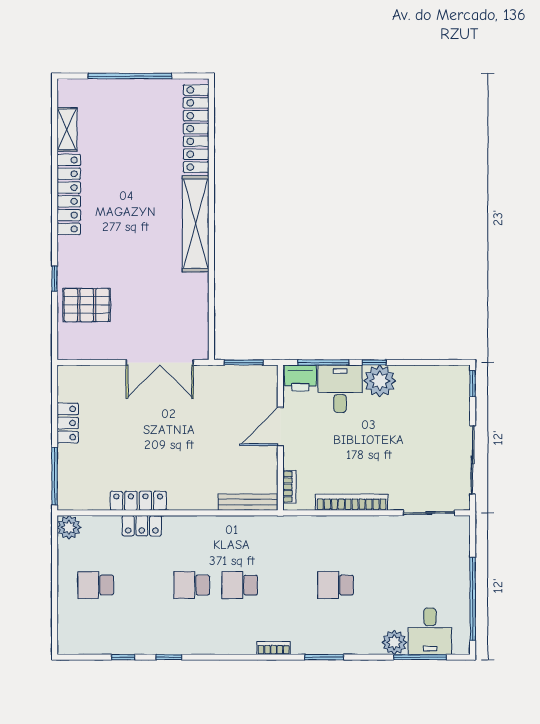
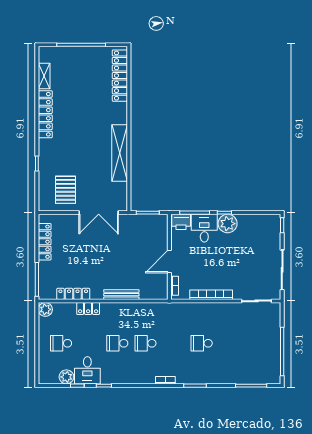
shelving: (196, 224) -> (120, 153), moved
pallet: (87, 305) -> (66, 190), moved, turned 90
locker: (68, 423) -> (45, 242), width x1.53
door: (280, 427) -> (169, 262), moved
locker: (138, 501) -> (73, 294), moved
bench: (248, 502) -> (121, 295), moved
desk: (430, 631) -> (87, 370), moved
plant: (394, 642) -> (66, 377), moved

